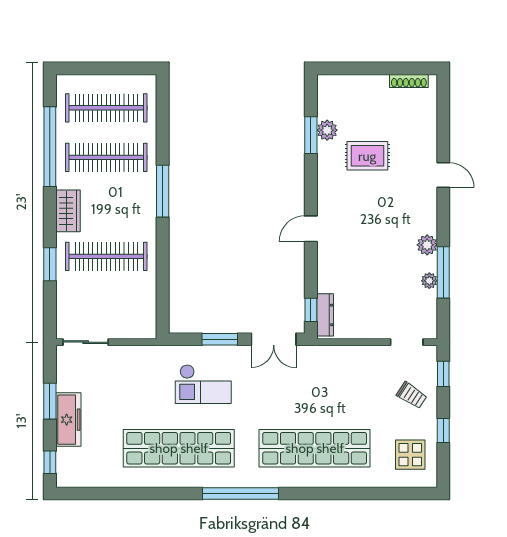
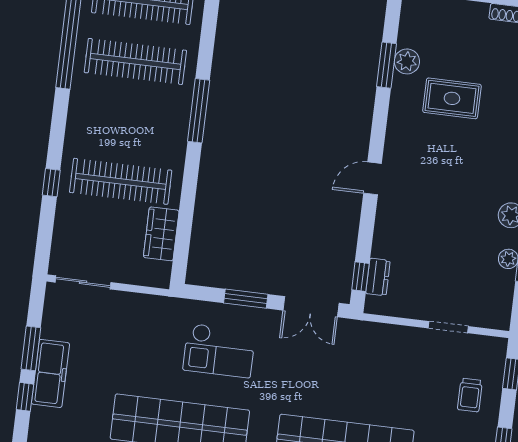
wardrobe: (68, 211) -> (161, 234), moved, turned 180
window: (50, 264) -> (51, 183), width x0.67
dresser: (325, 315) -> (378, 277), width x0.70
doorway: (407, 342) -> (448, 327), moved
trolley: (412, 395) -> (470, 395), turned 57
window: (50, 462) -> (25, 397), moved

